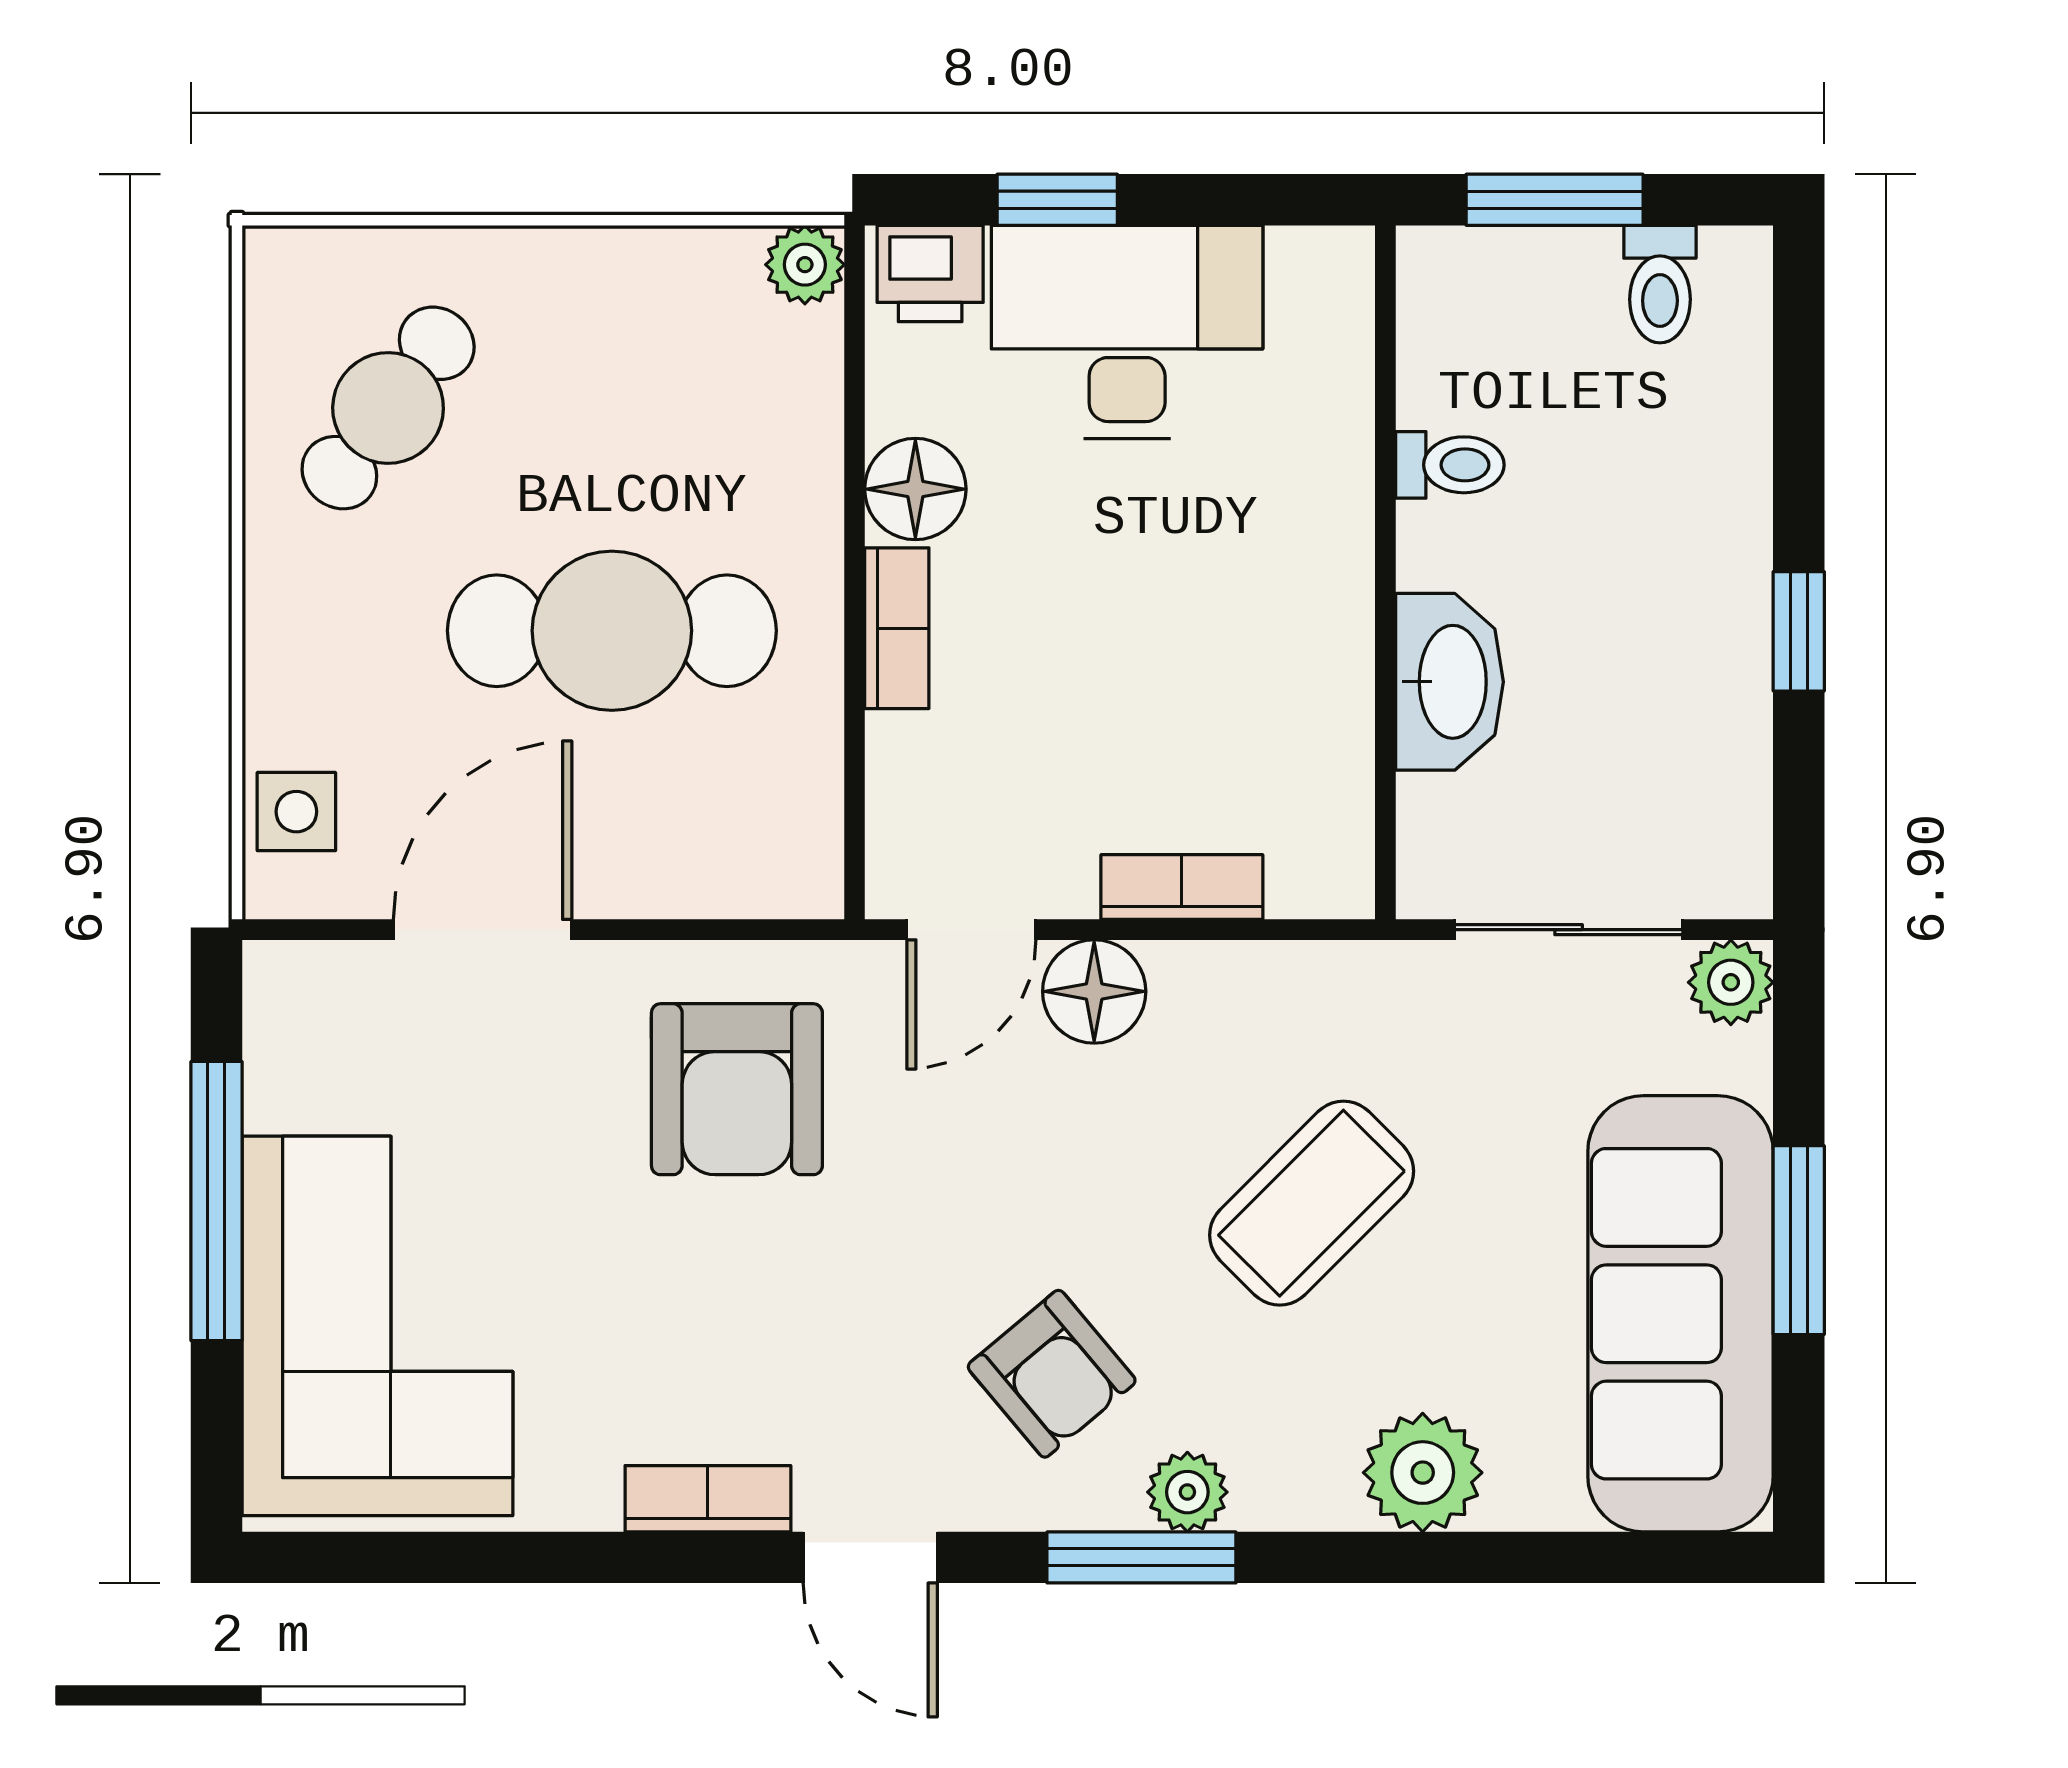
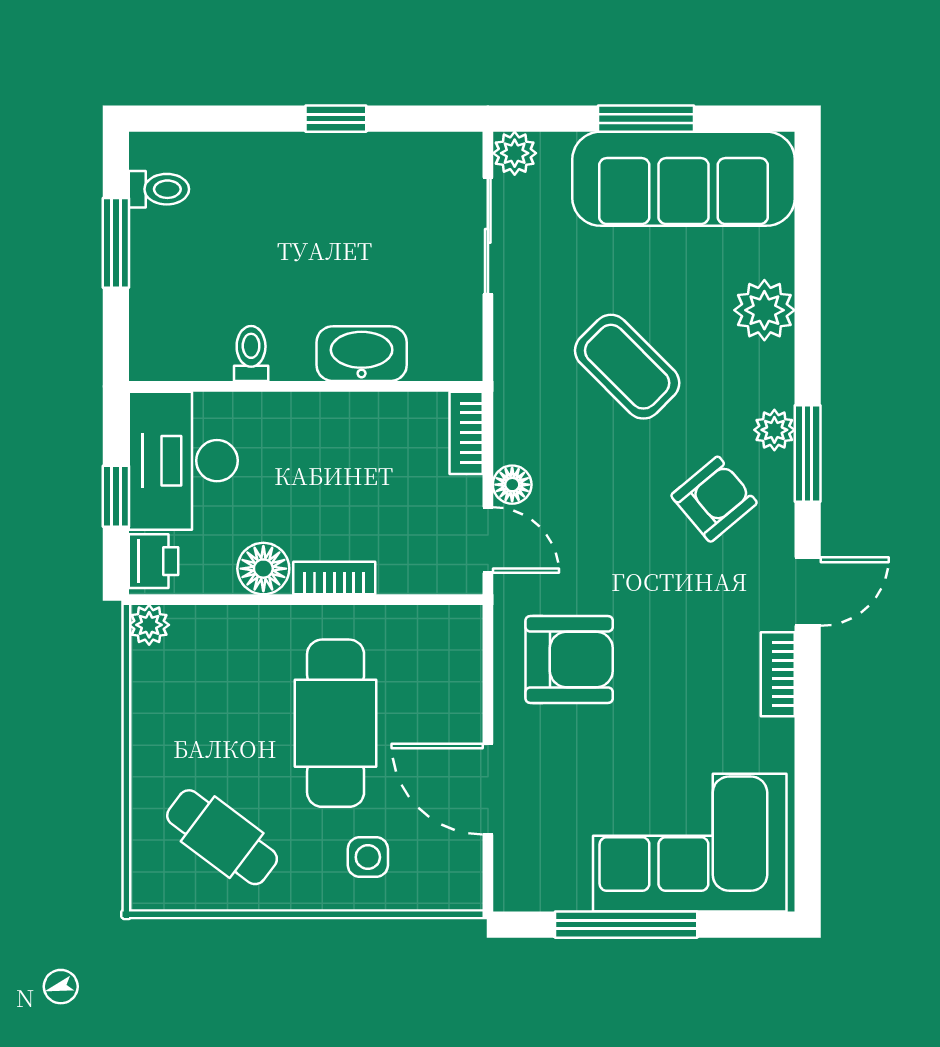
toilet: (1450, 465) -> (251, 354), moved
wall: (1385, 572) -> (306, 386), moved
washbasin: (1450, 682) -> (362, 354), moved
side table: (296, 812) -> (368, 857), moved
floor lamp: (1094, 991) -> (512, 485), width x0.73, depth x0.73

